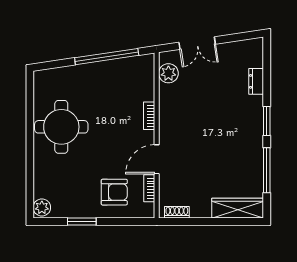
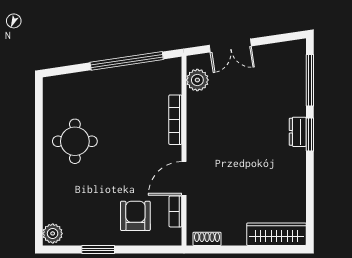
dresser: (256, 81) -> (298, 132), moved
bookcase: (149, 116) -> (175, 120), width x1.56
round table: (61, 127) -> (75, 141), width x0.73, depth x0.73
window: (267, 170) -> (310, 80), moved
armchair: (114, 192) -> (135, 216), turned -90

